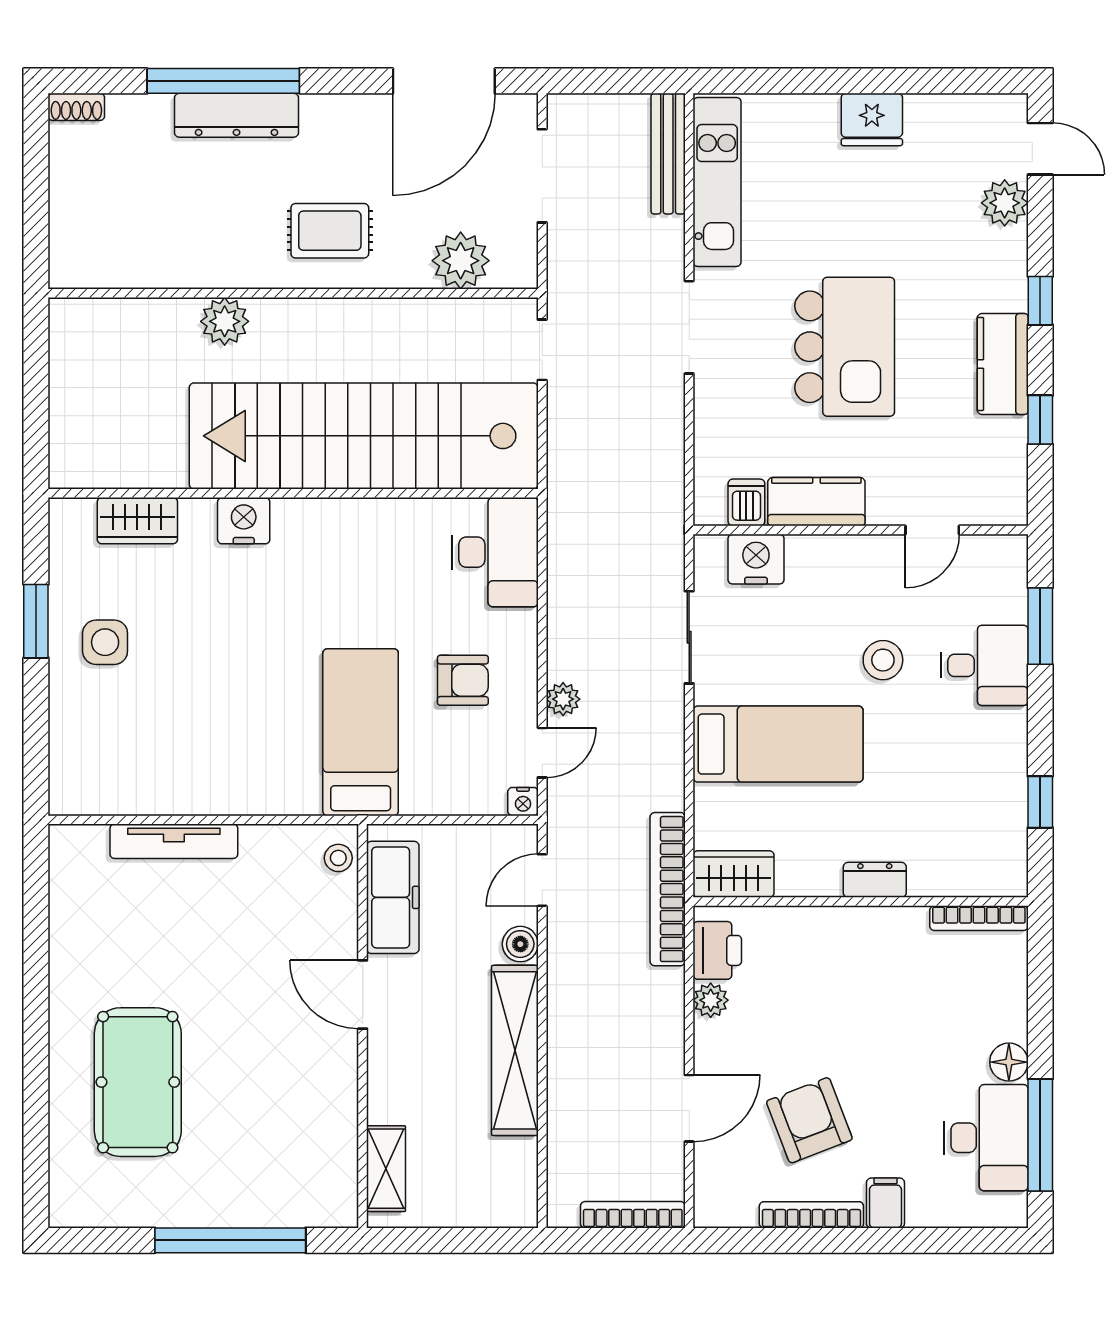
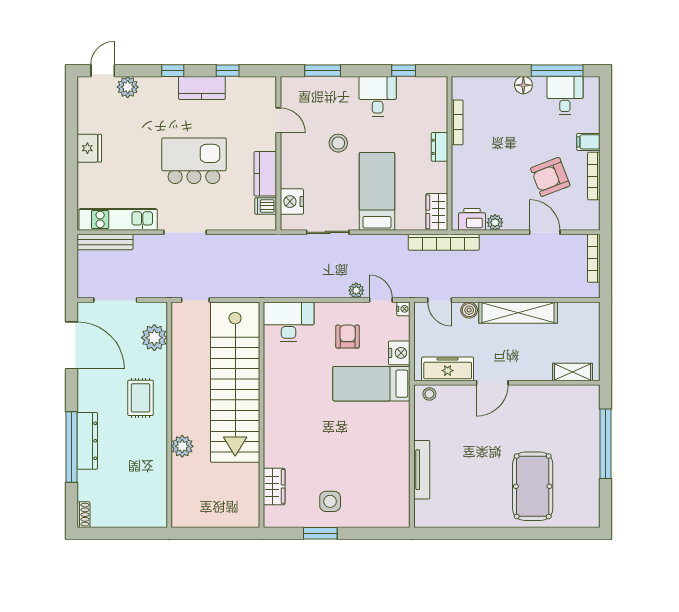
nightstand: (244, 521) -> (399, 353), moved, turned 180
desk: (985, 665) -> (378, 96), moved
bookcase: (979, 918) -> (457, 122), moved
pool table: (138, 1082) -> (533, 486), turned 90
desk: (986, 1138) -> (565, 96), width x0.73

